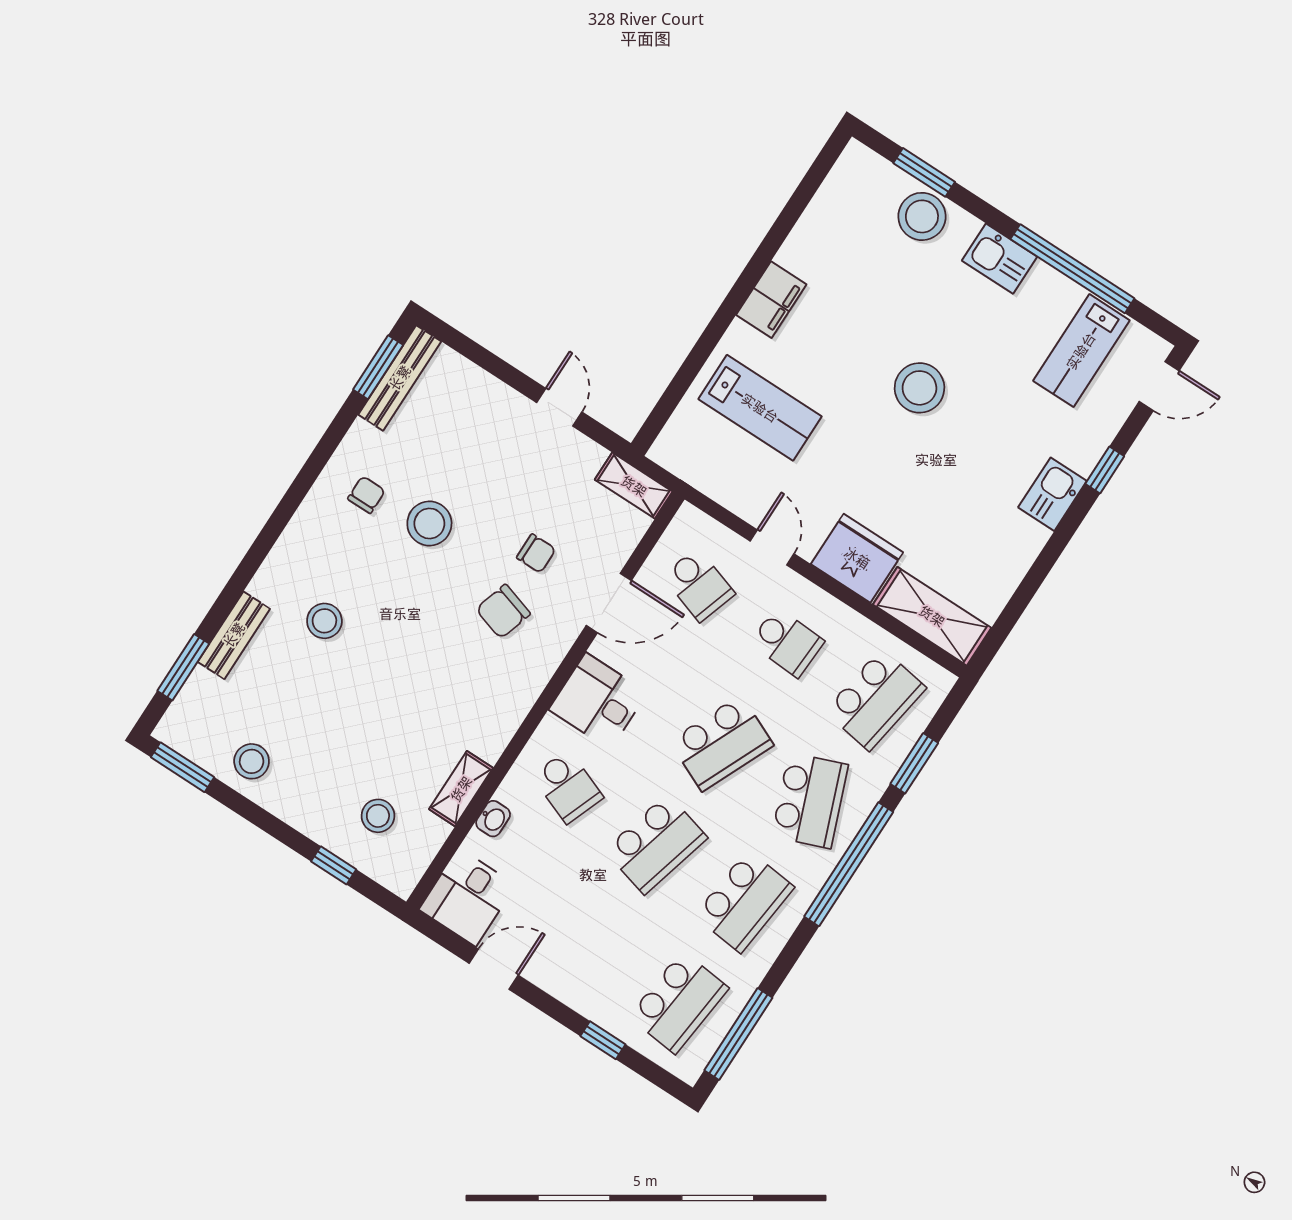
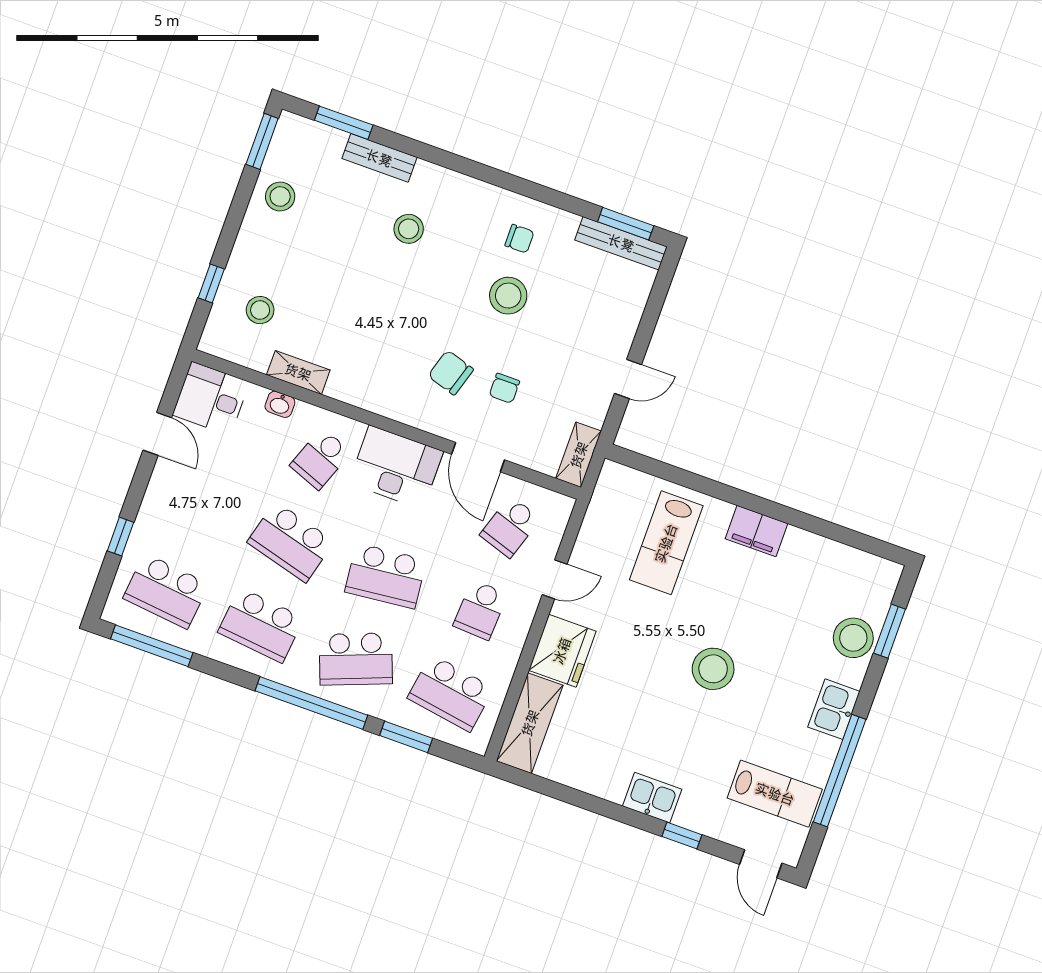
lab bench: (1081, 351) -> (775, 794), turned 180
desk: (598, 701) -> (396, 467), width x1.37
school desk: (721, 743) -> (385, 576), turned -30

